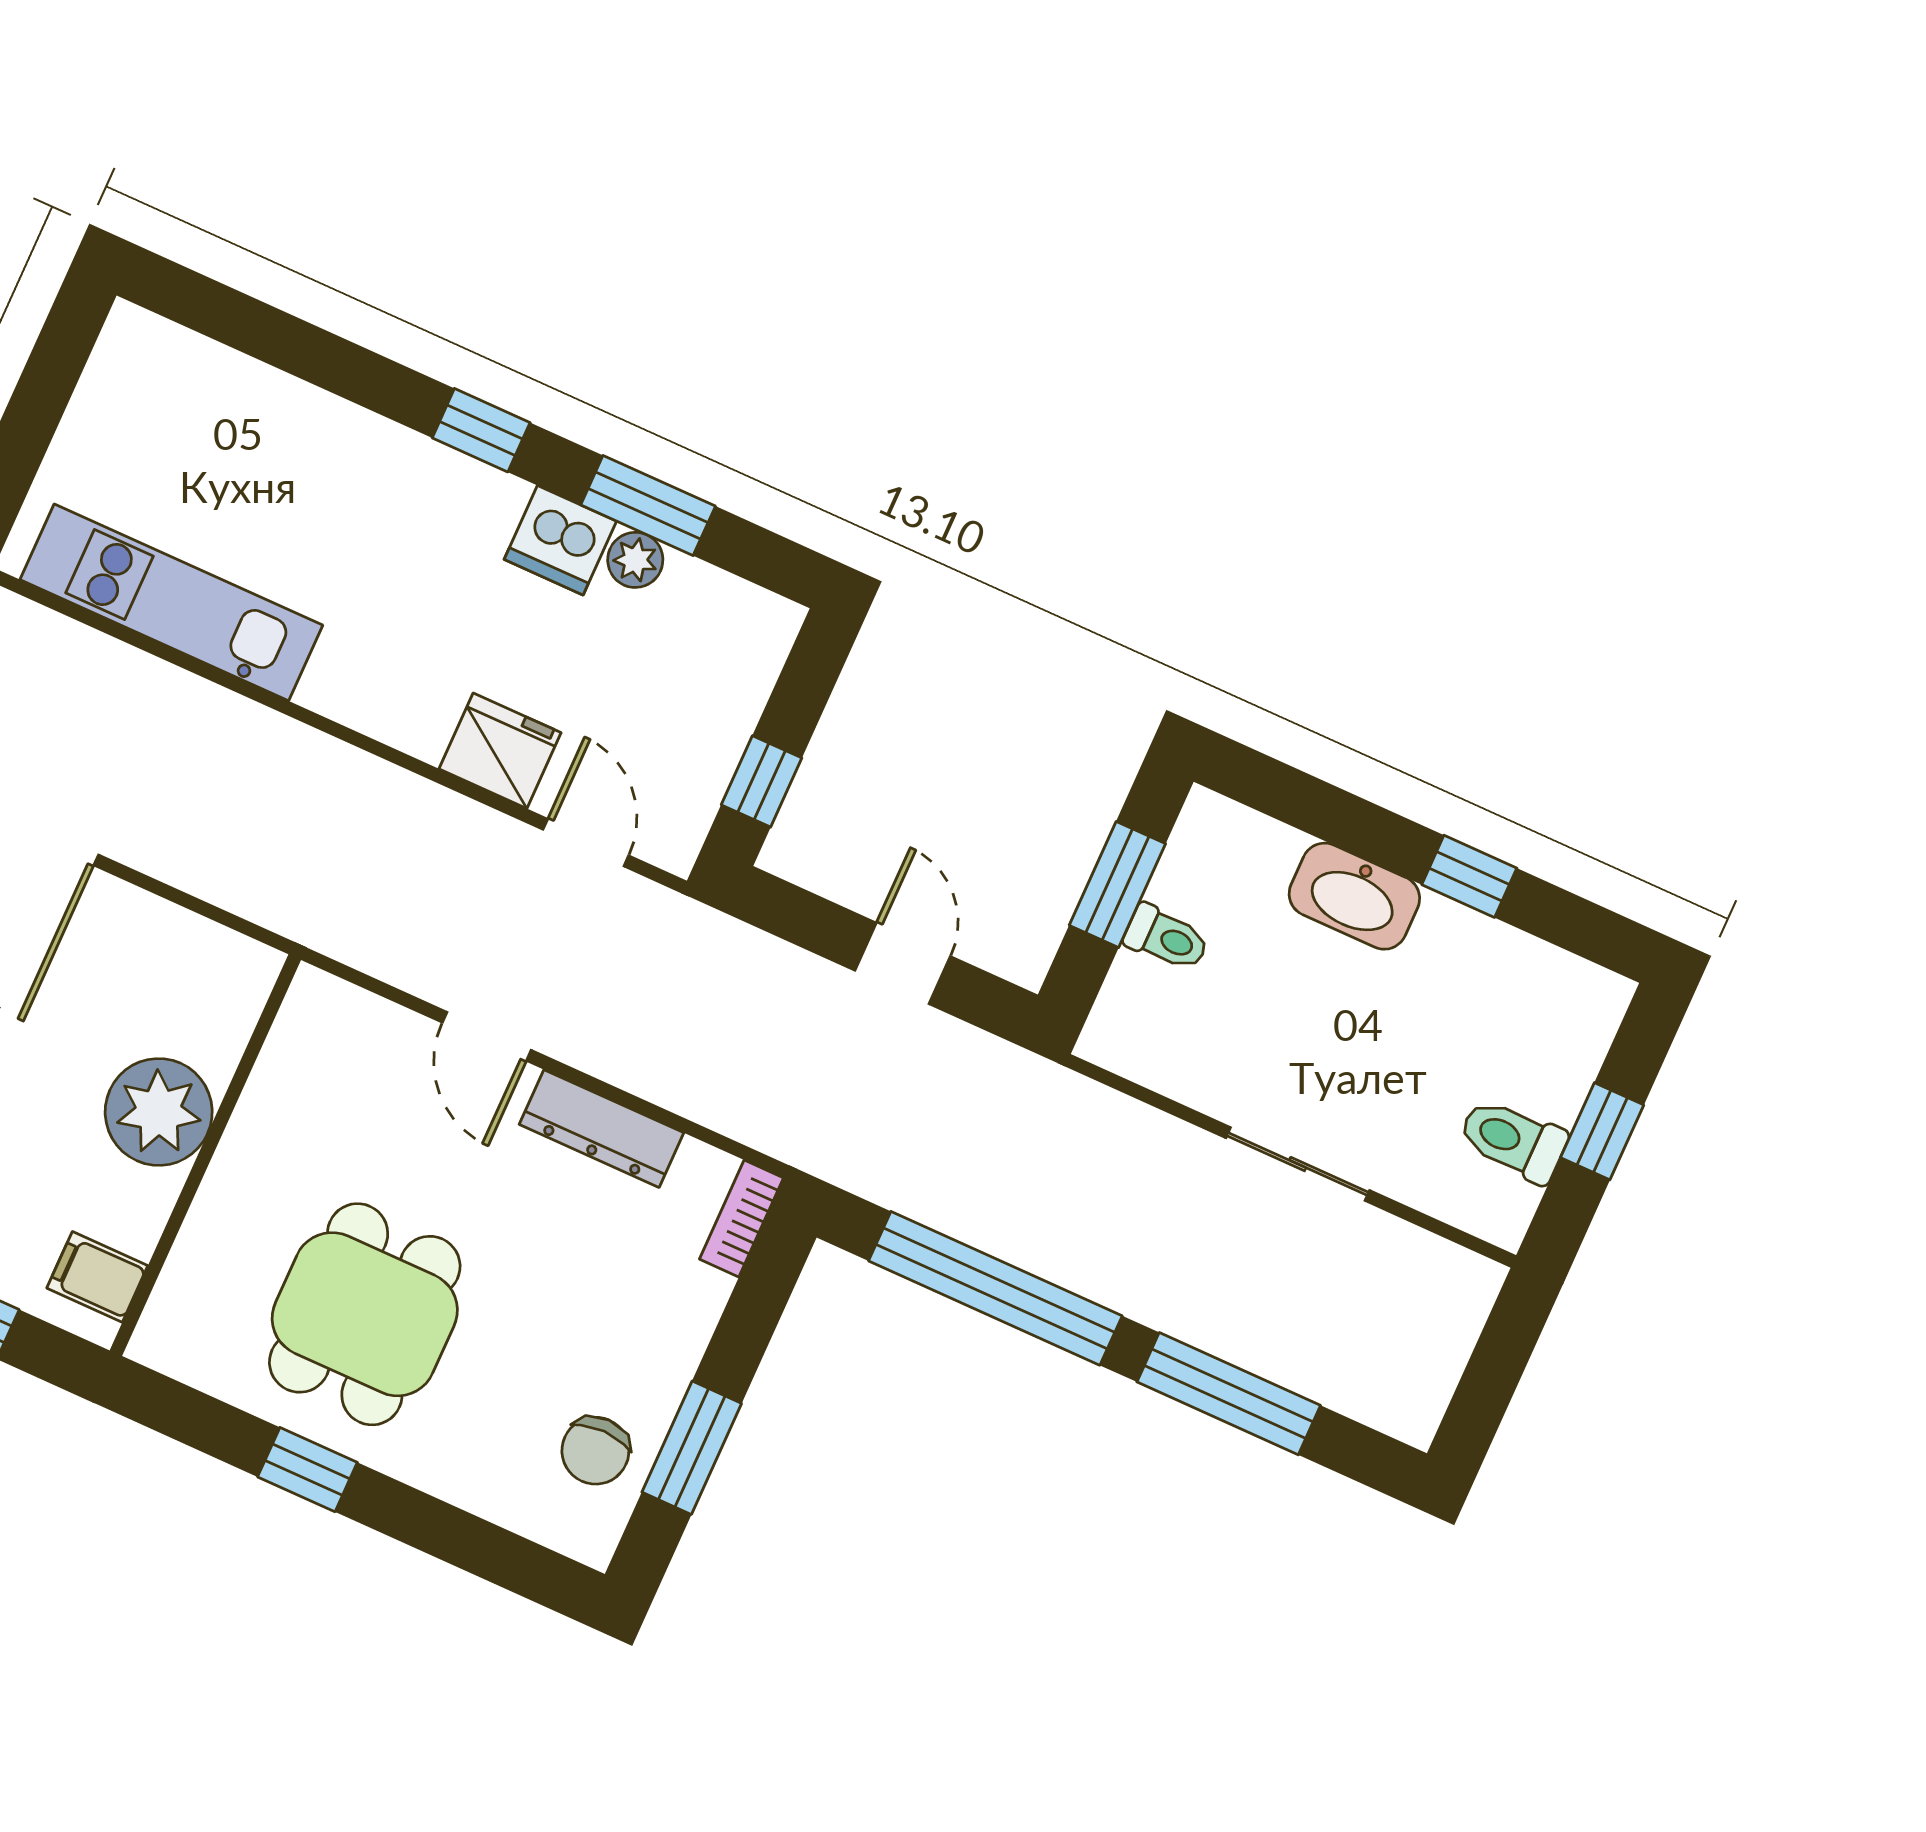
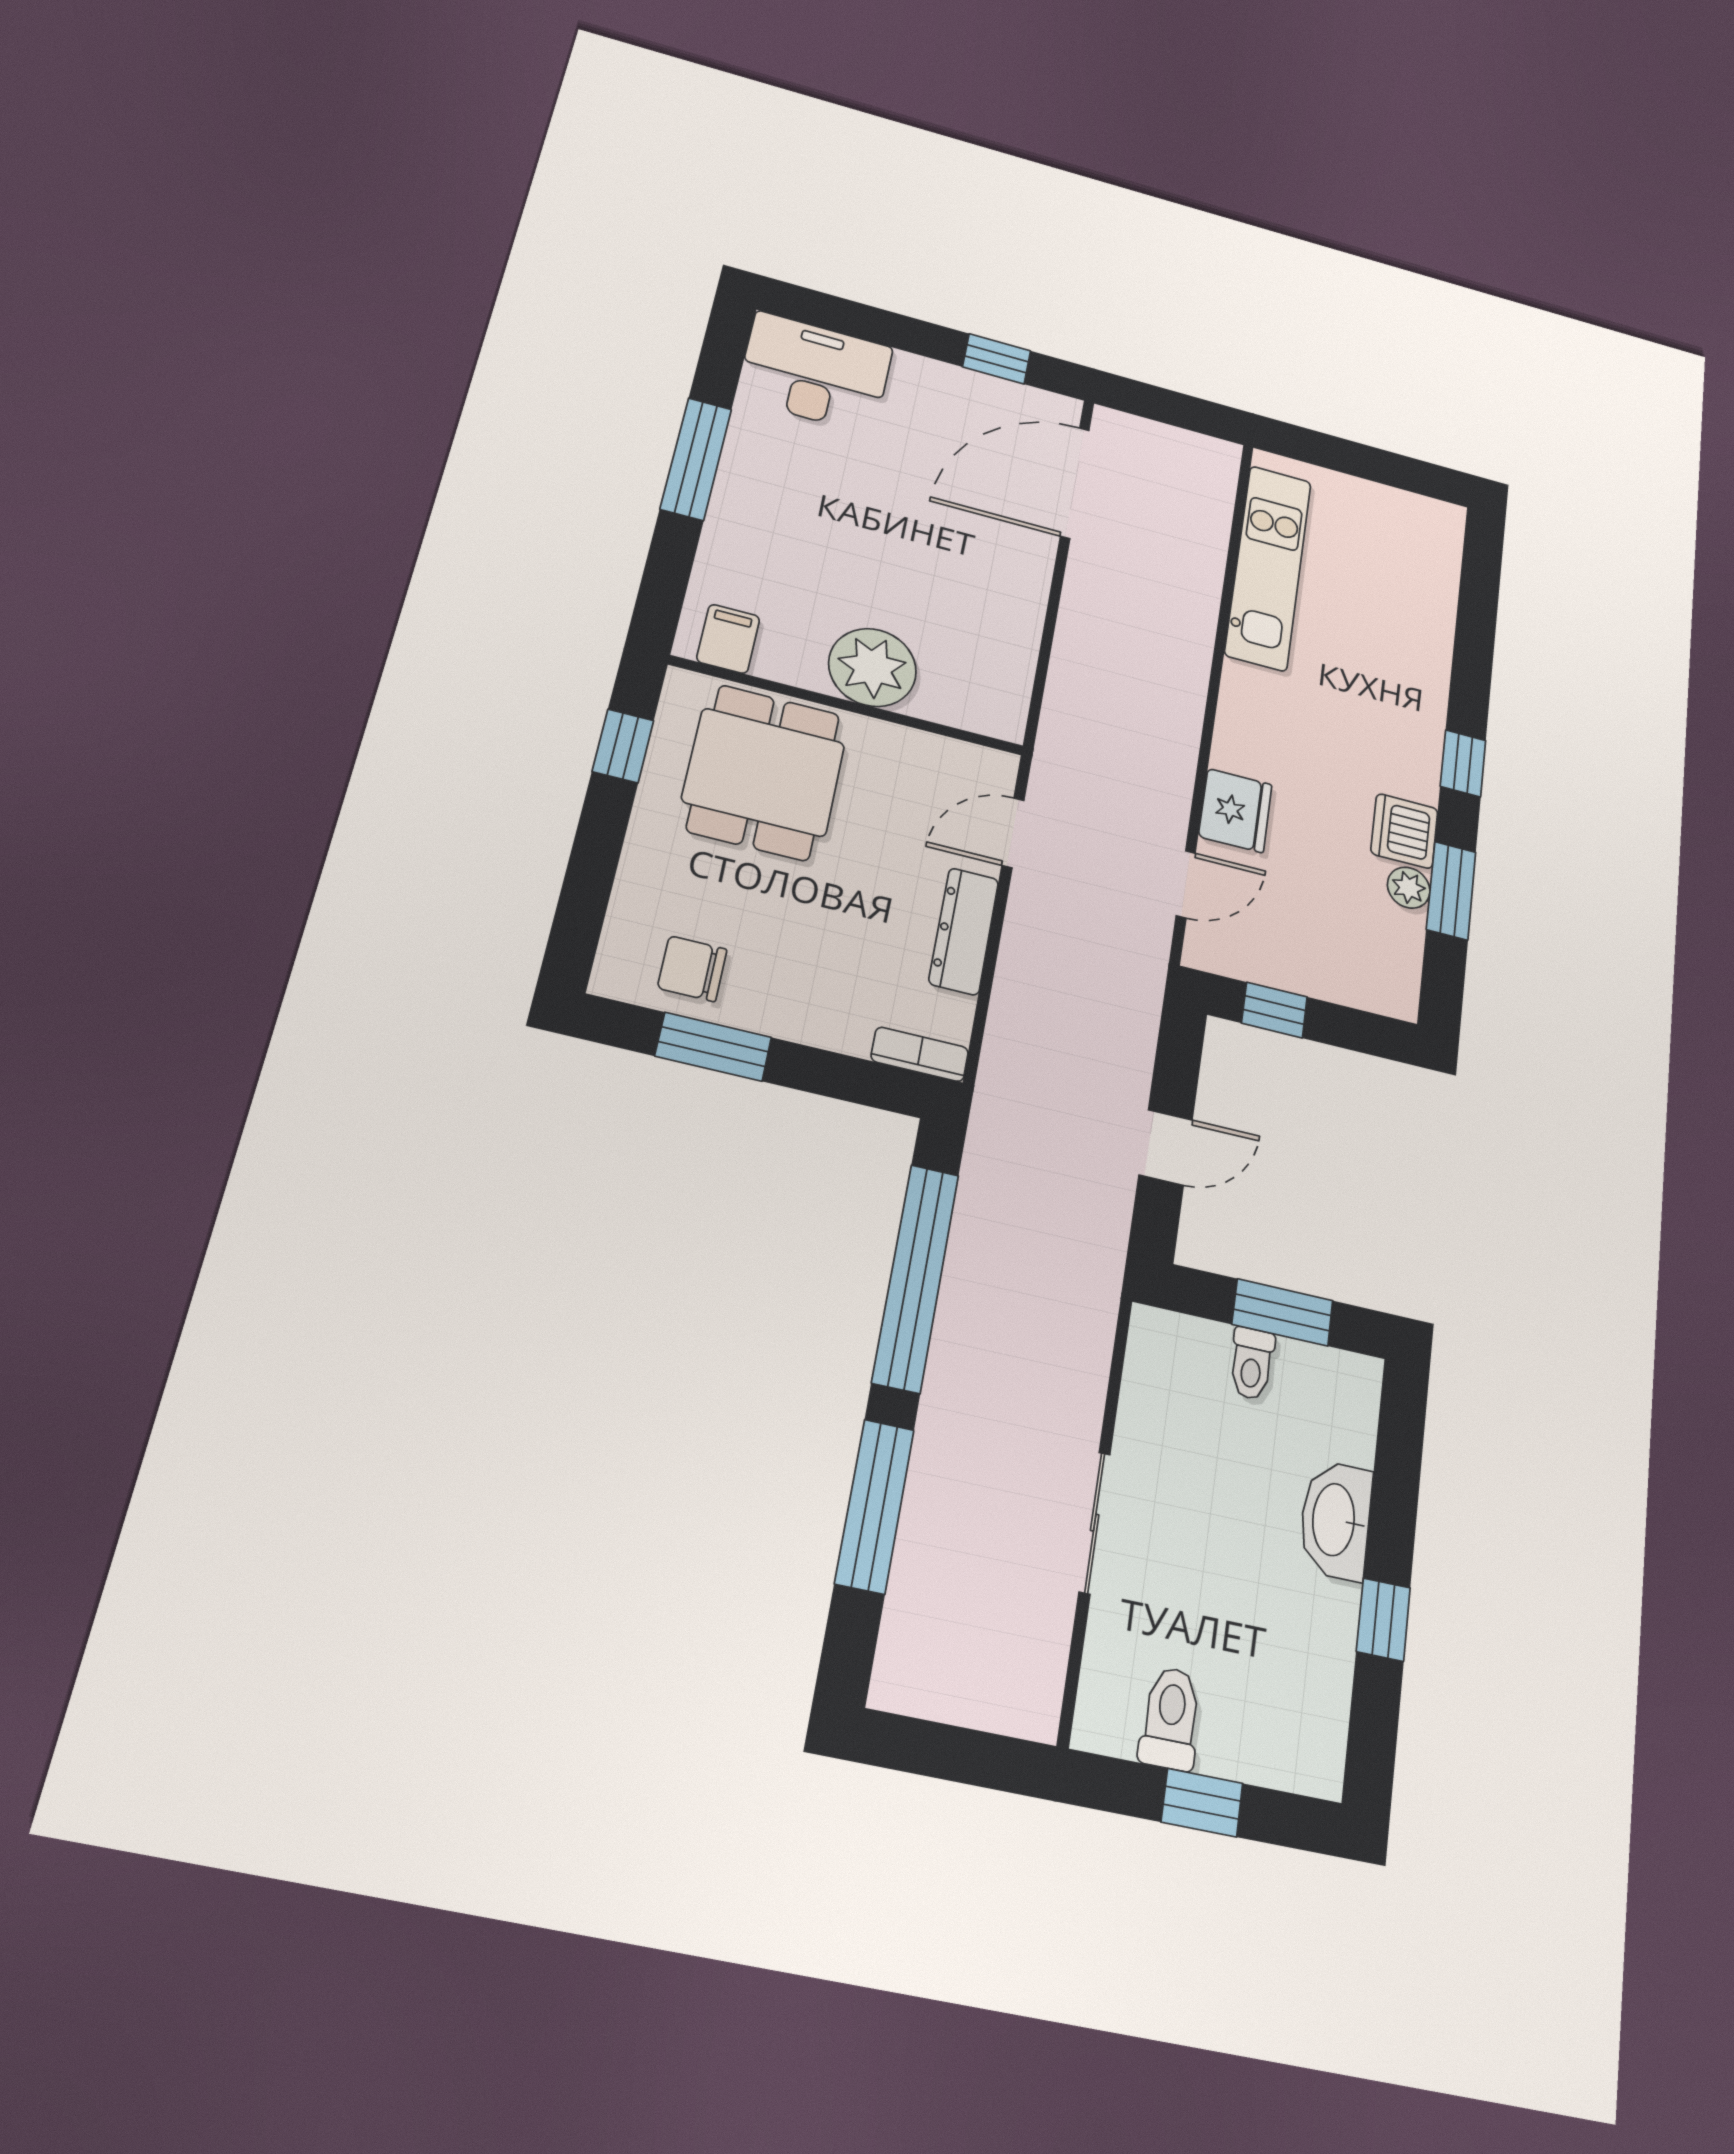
plant: (159, 1112) -> (872, 667), moved
wall: (205, 1155) -> (847, 706), moved
filing cabinet: (97, 1277) -> (728, 639), moved
dining table: (365, 1314) -> (764, 772), turned 90

